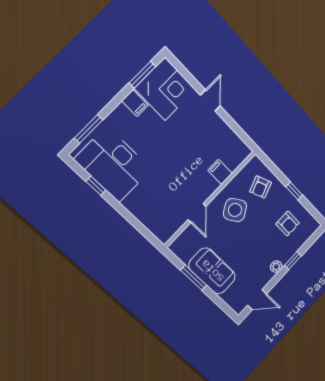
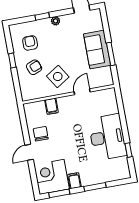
window: (89, 129) -> (95, 187), moved
chair: (211, 132) -> (41, 134), added
desk: (113, 164) -> (107, 137), moved
armchair: (261, 187) -> (34, 67), moved

